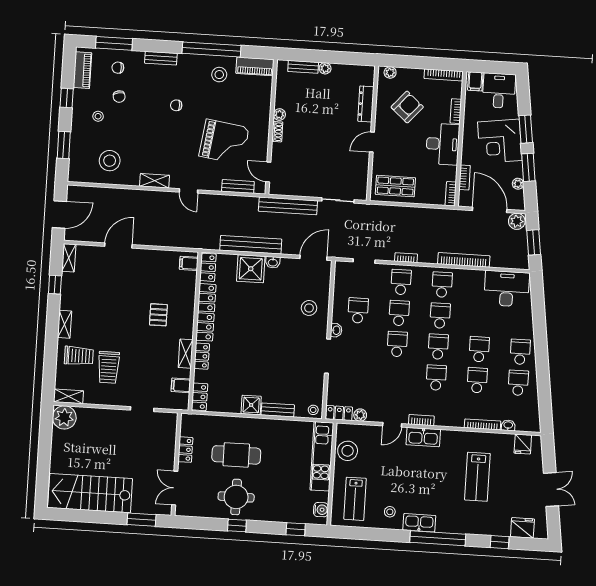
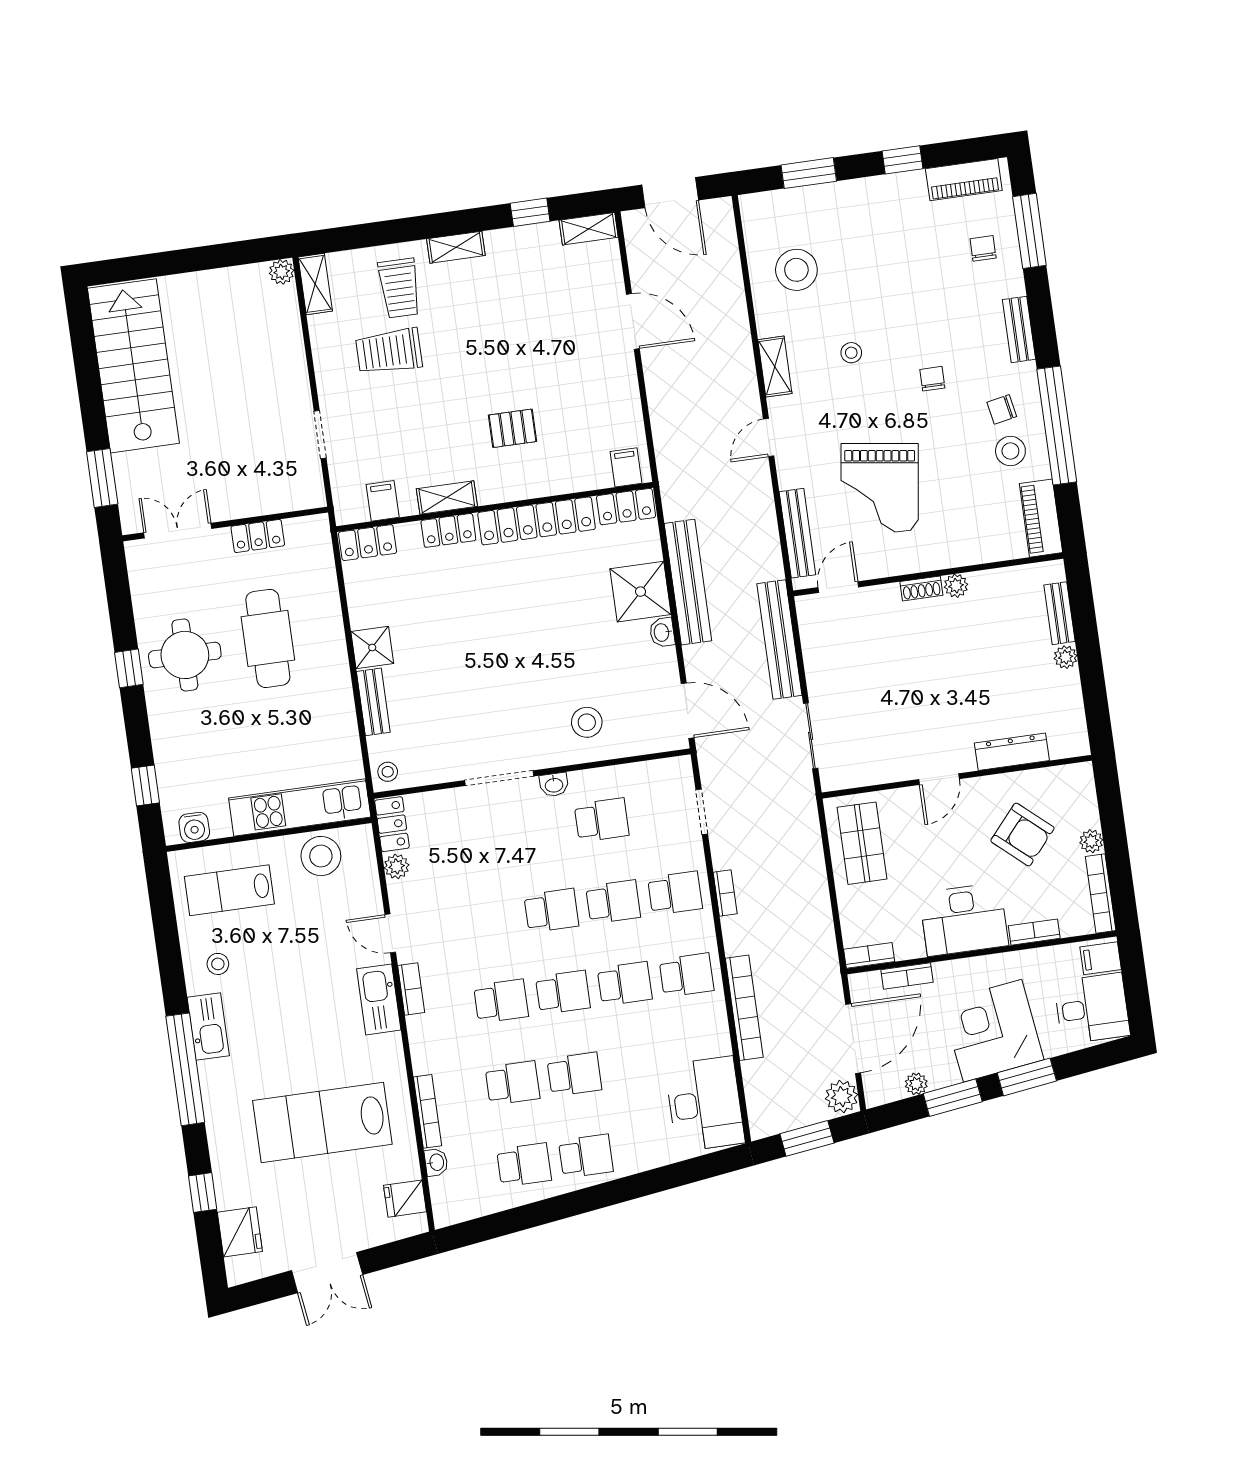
plant: (390, 72) -> (1091, 841), moved
chair: (119, 97) -> (1002, 409), moved
stool: (98, 116) -> (851, 353), moved
door: (372, 142) -> (939, 779), swing flipped
bench: (238, 186) -> (797, 533), width x1.36
plant: (64, 417) -> (282, 272), width x0.53, depth x0.53
lab bench: (477, 477) -> (322, 1122), width x1.36, depth x1.39

